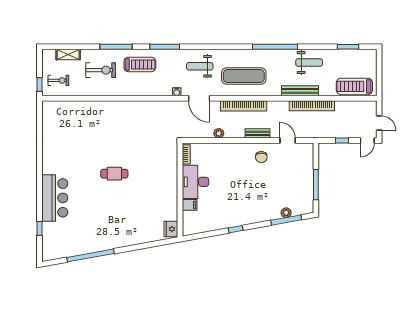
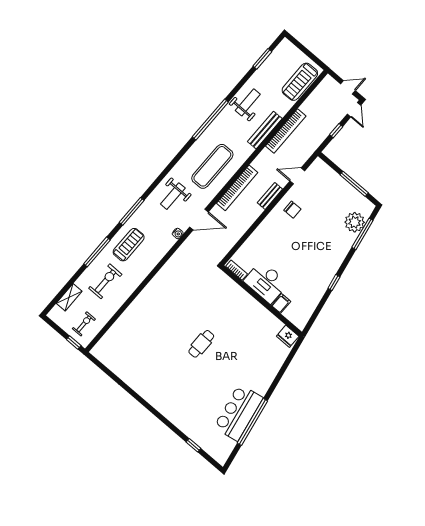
plant: (219, 133) -> (242, 228), removed
bar counter: (55, 198) -> (238, 413), moved, turned -100
plant: (286, 213) -> (355, 222), width x1.88, depth x1.88

